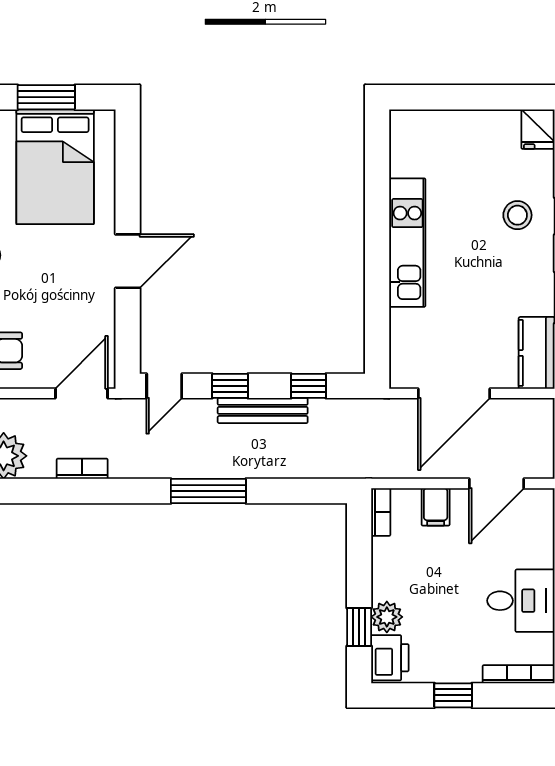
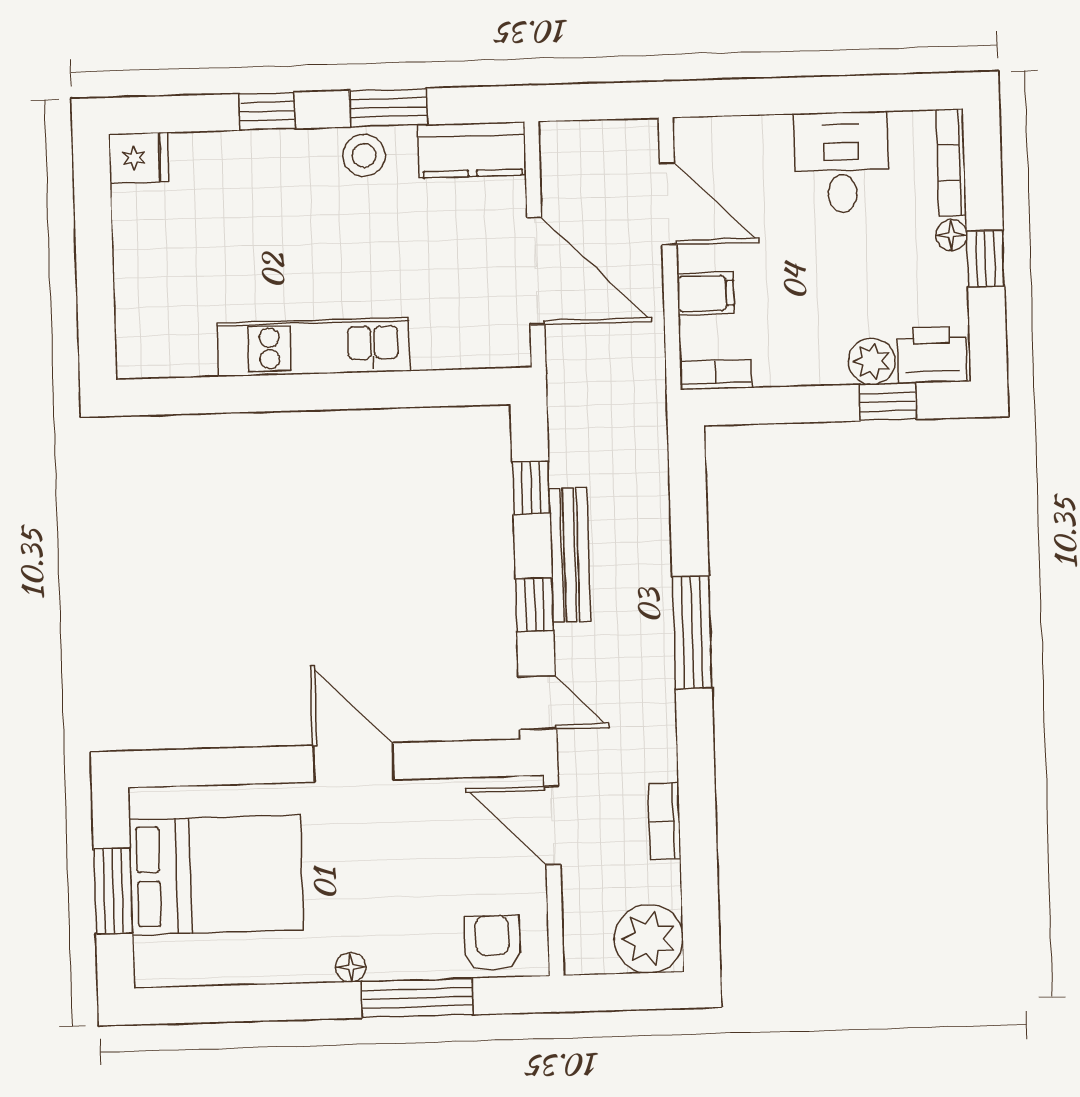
stool: (517, 215) -> (364, 155), moved
floor lamp: (470, 673) -> (951, 235), added

